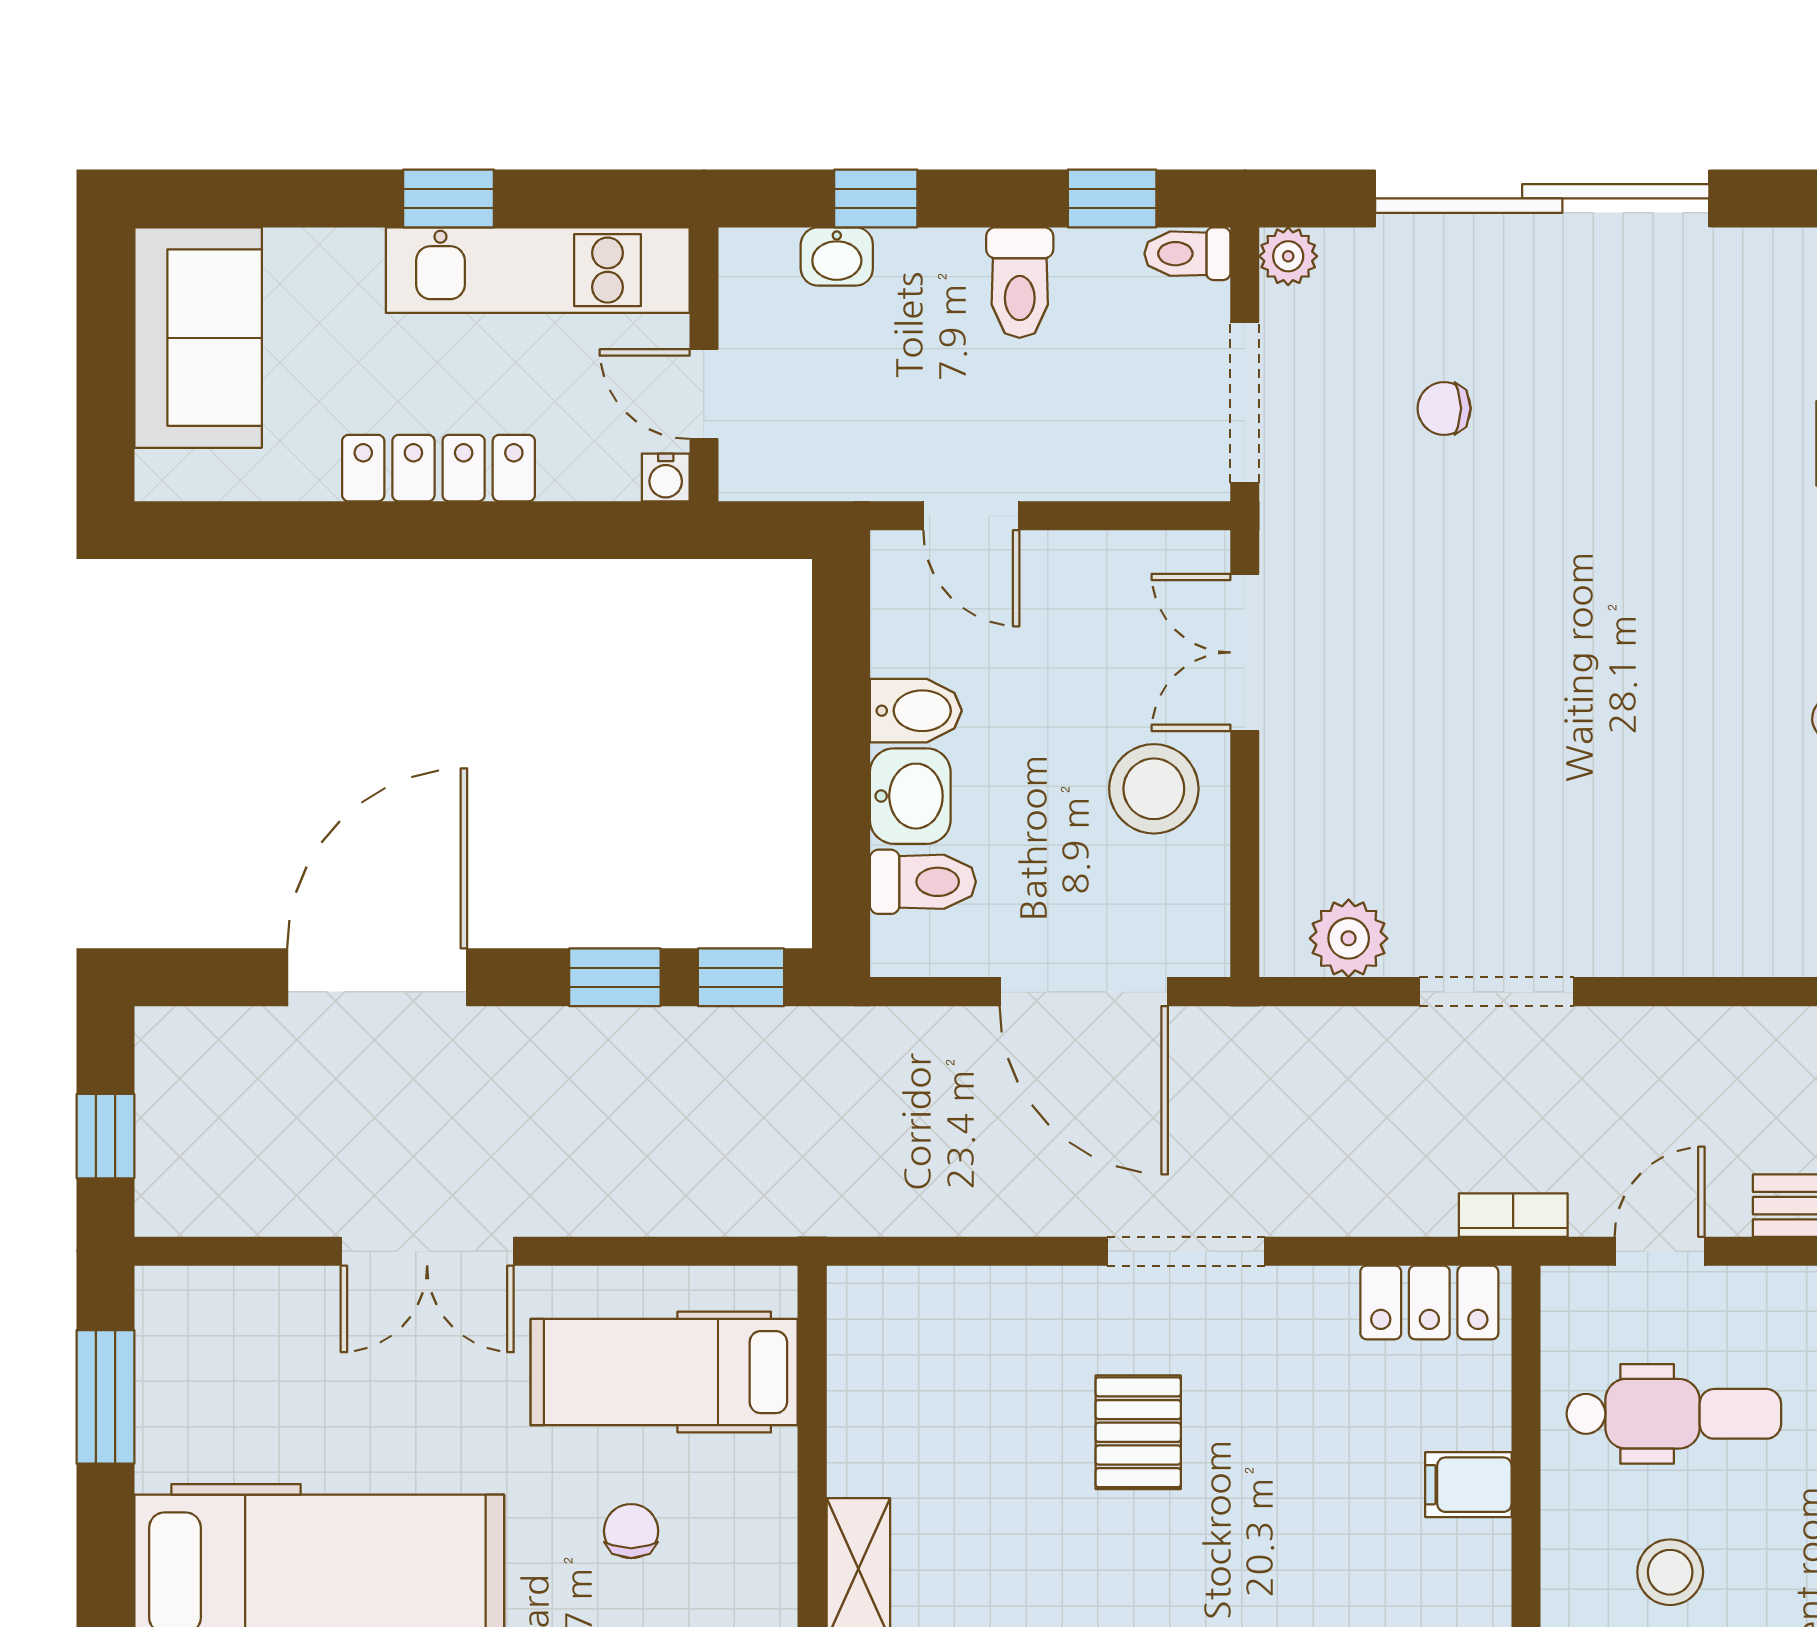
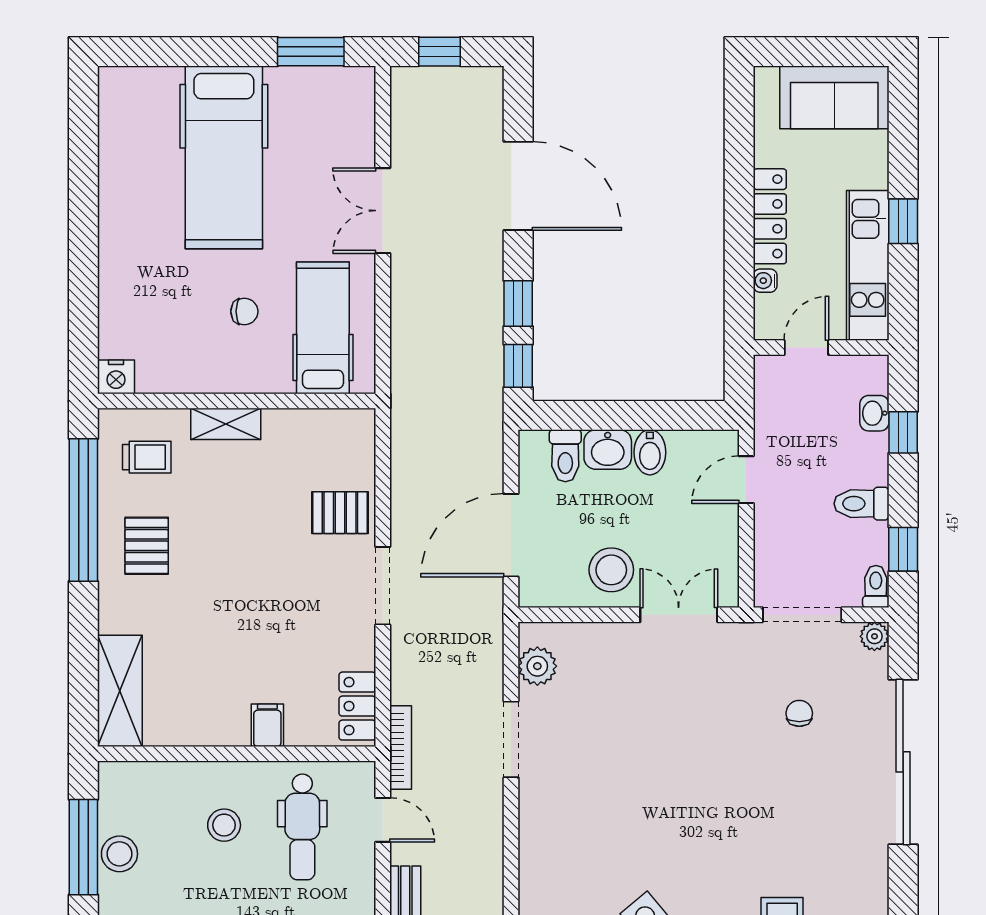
water cooler: (666, 477) -> (765, 281), moved
bookcase: (1513, 1215) -> (401, 748), width x1.56
pallet: (1138, 1432) -> (340, 513), moved

